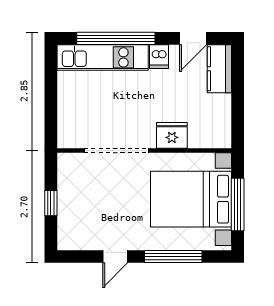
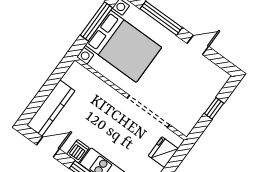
kitchen counter: (219, 69) -> (51, 108), width x1.50
fridge: (172, 135) -> (163, 152), moved, turned 90

